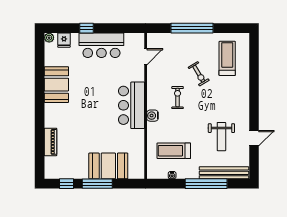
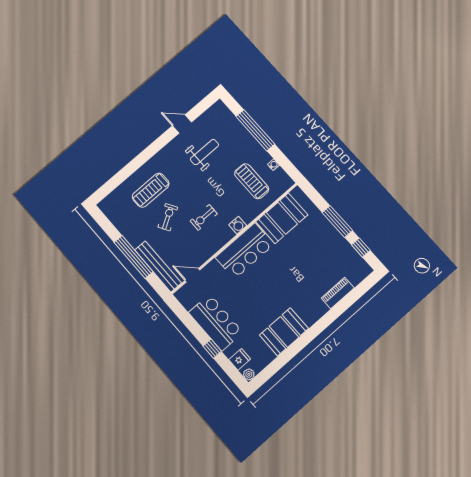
treadmill: (227, 58) -> (151, 190), moved
treadmill: (174, 151) -> (252, 181), turned 180
booth: (108, 166) -> (282, 218), moved, turned 90
bench: (224, 173) -> (158, 266), moved

